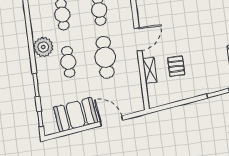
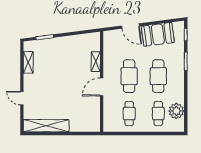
plant: (43, 47) -> (176, 111), moved
cafe table: (68, 62) -> (158, 76), width x1.37, depth x1.35
pallet: (176, 66) -> (75, 62), removed

